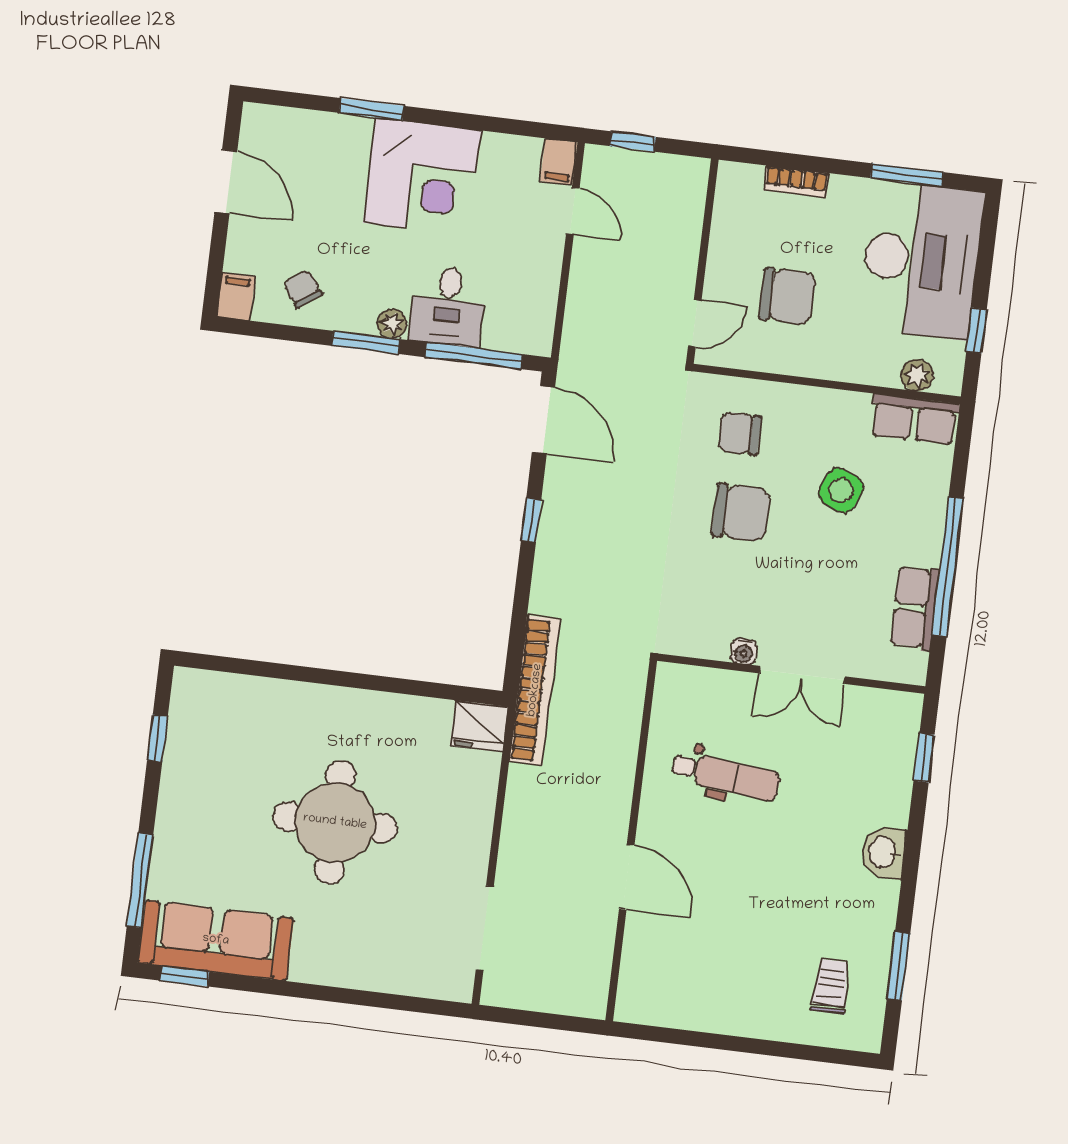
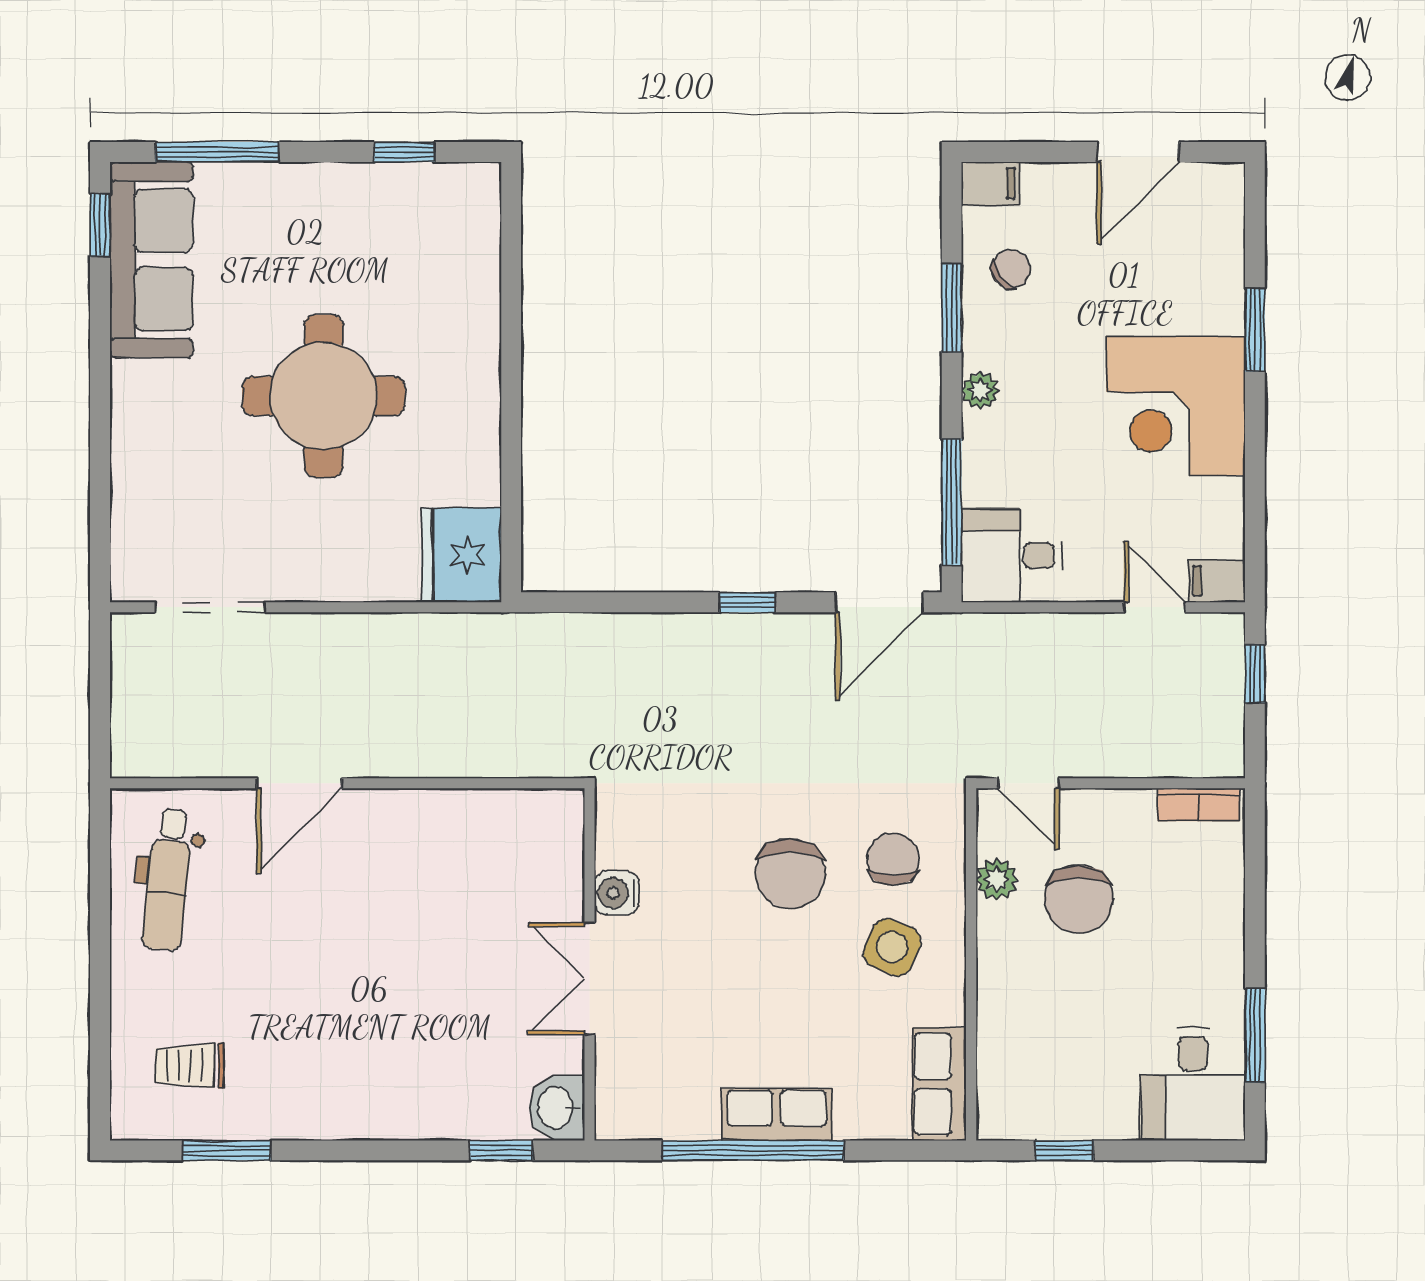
bookcase: (796, 182) -> (1199, 805), moved, turned -90
door: (573, 211) -> (1155, 607), swing flipped
desk: (921, 260) -> (1193, 1084), width x0.53, depth x0.77
desk: (448, 306) -> (1012, 556), moved
window: (366, 342) -> (952, 308), moved
plant: (917, 375) -> (997, 879), moved
side table: (841, 490) -> (892, 947), moved
row of seats: (915, 608) -> (777, 1114), moved
water cooler: (744, 652) -> (617, 893), width x1.38, depth x1.38
bookcase: (535, 690) -> (527, 634), removed
fridge: (479, 726) -> (461, 555), width x1.36, depth x1.34
dental chair: (726, 776) -> (168, 880), moved
washbasin: (884, 852) -> (557, 1108), moved, turned -90
trolley: (831, 987) -> (189, 1066), turned 180

